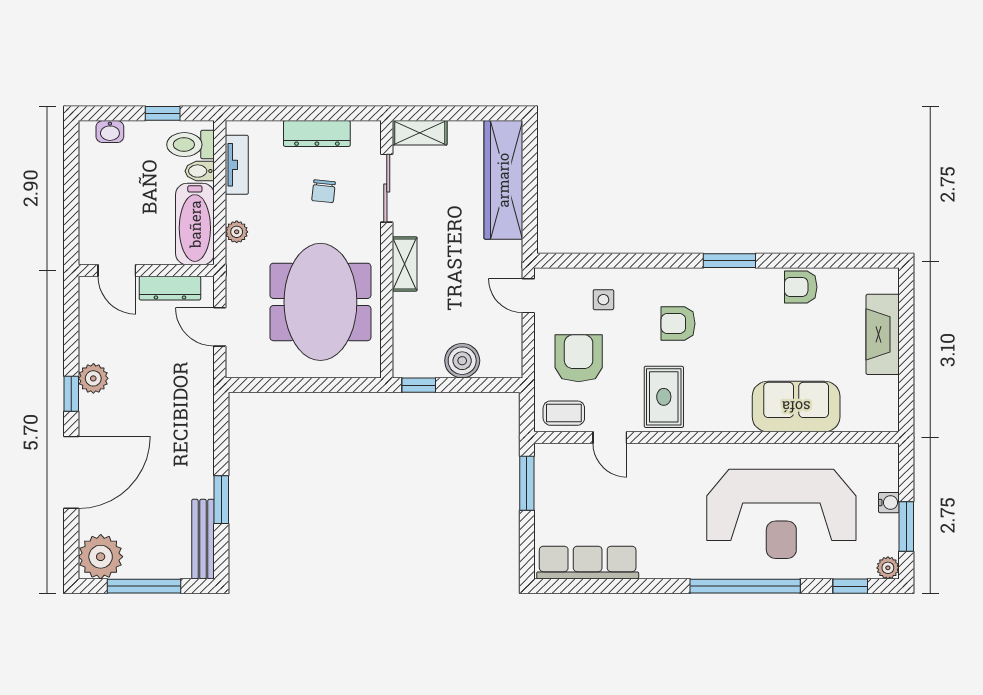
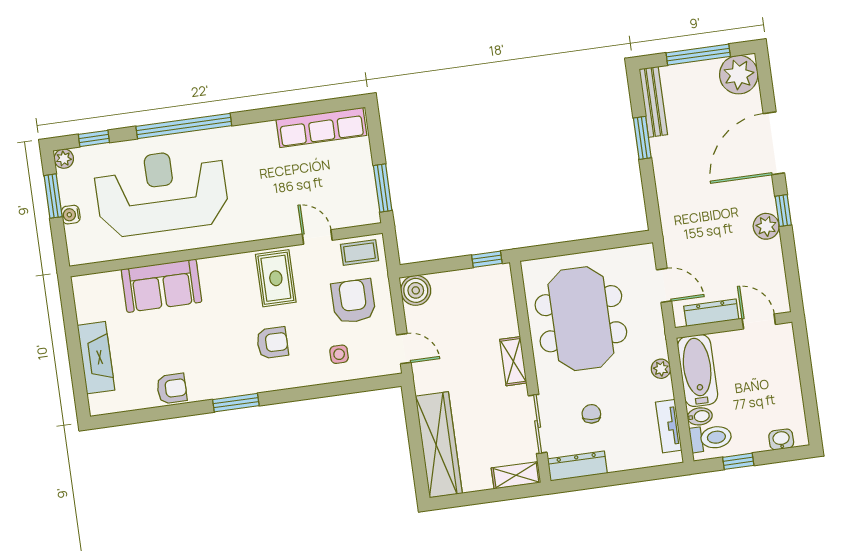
dresser: (317, 133) -> (577, 466), moved
armchair: (579, 358) -> (353, 301), turned 180
boiler: (462, 361) -> (416, 290), moved

